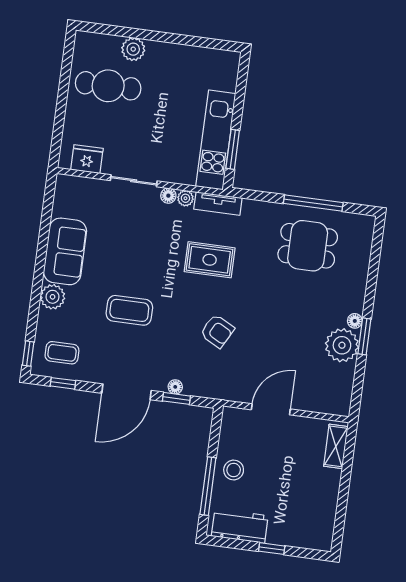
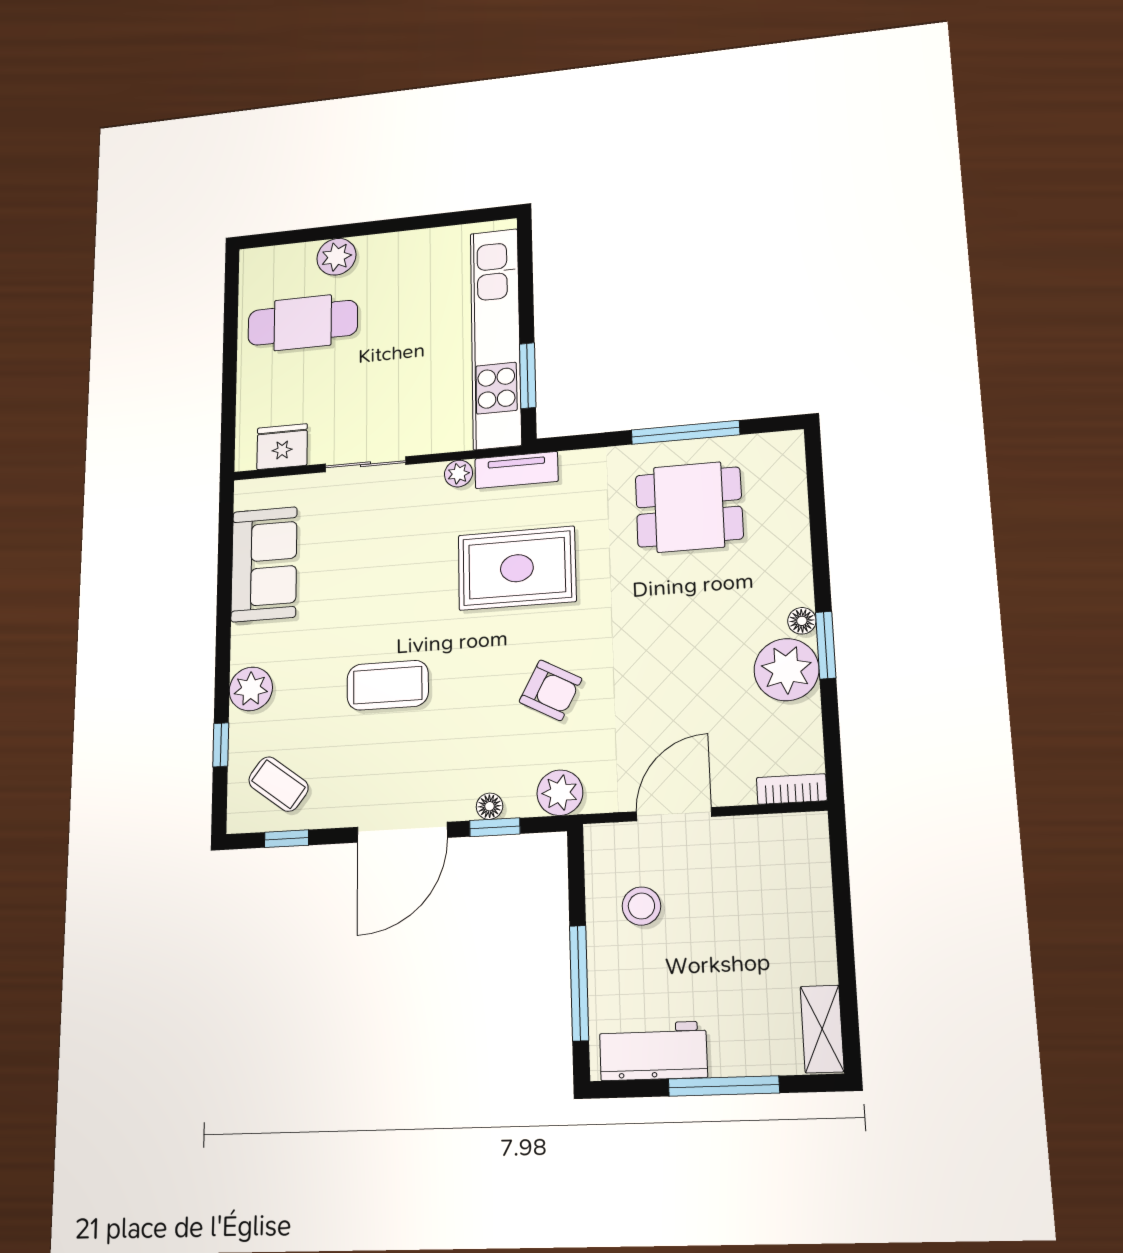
kitchen unit: (216, 140) -> (496, 338), width x1.36
floor lamp: (168, 196) -> (428, 476), removed
sofa: (65, 251) -> (264, 564), moved
rug: (210, 260) -> (517, 568), width x1.36, depth x1.43
coffee table: (62, 353) -> (278, 784), turned 37
window: (28, 354) -> (221, 745), moved
plant: (214, 387) -> (560, 793), added
bookcase: (333, 408) -> (792, 789), added
shelving: (336, 446) -> (822, 1029), moved
stool: (234, 470) -> (641, 906), moved
window: (272, 549) -> (724, 1086), width x2.17

